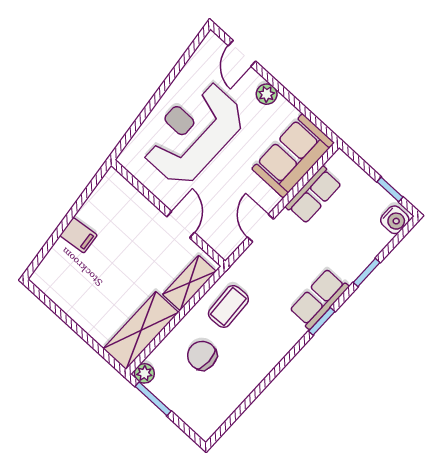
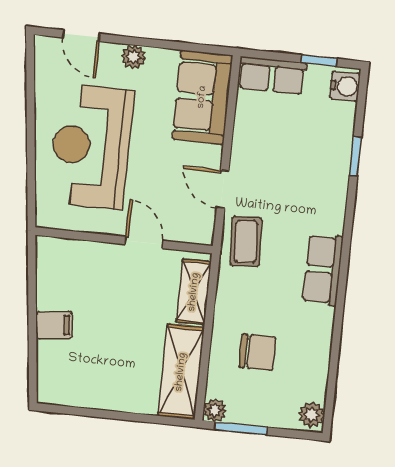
row of seats: (314, 195) -> (272, 76), moved, turned 90
row of seats: (319, 299) -> (323, 270), moved
coffee table: (228, 306) -> (246, 241), moved
window: (322, 321) -> (347, 235), removed
chair: (202, 356) -> (257, 352), turned 180
plant: (207, 425) -> (312, 415), added

